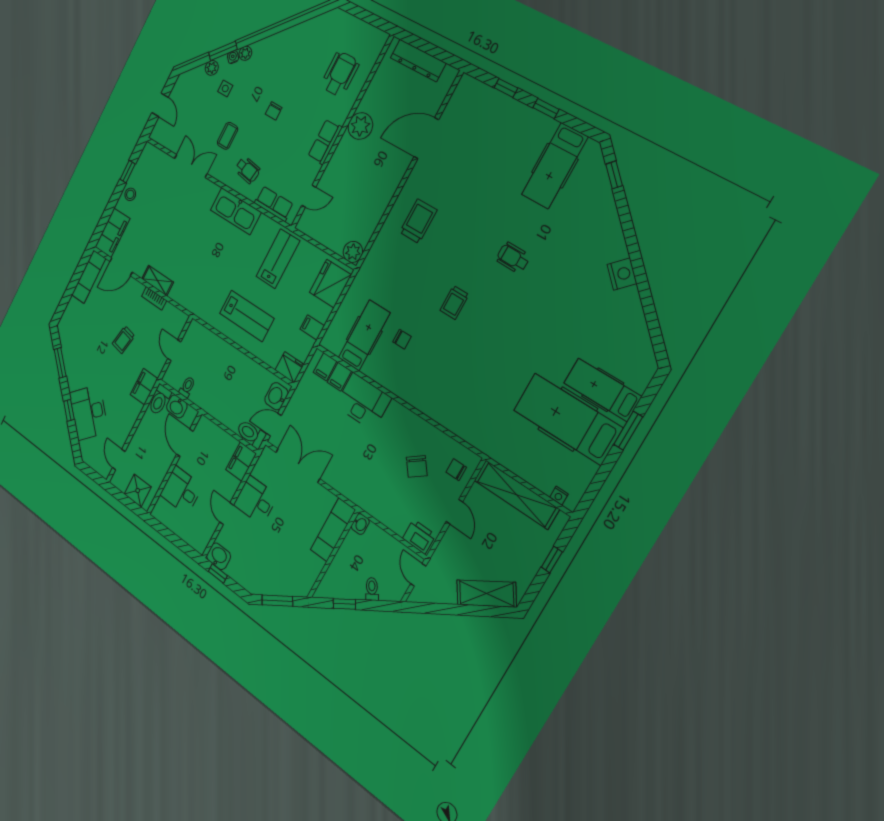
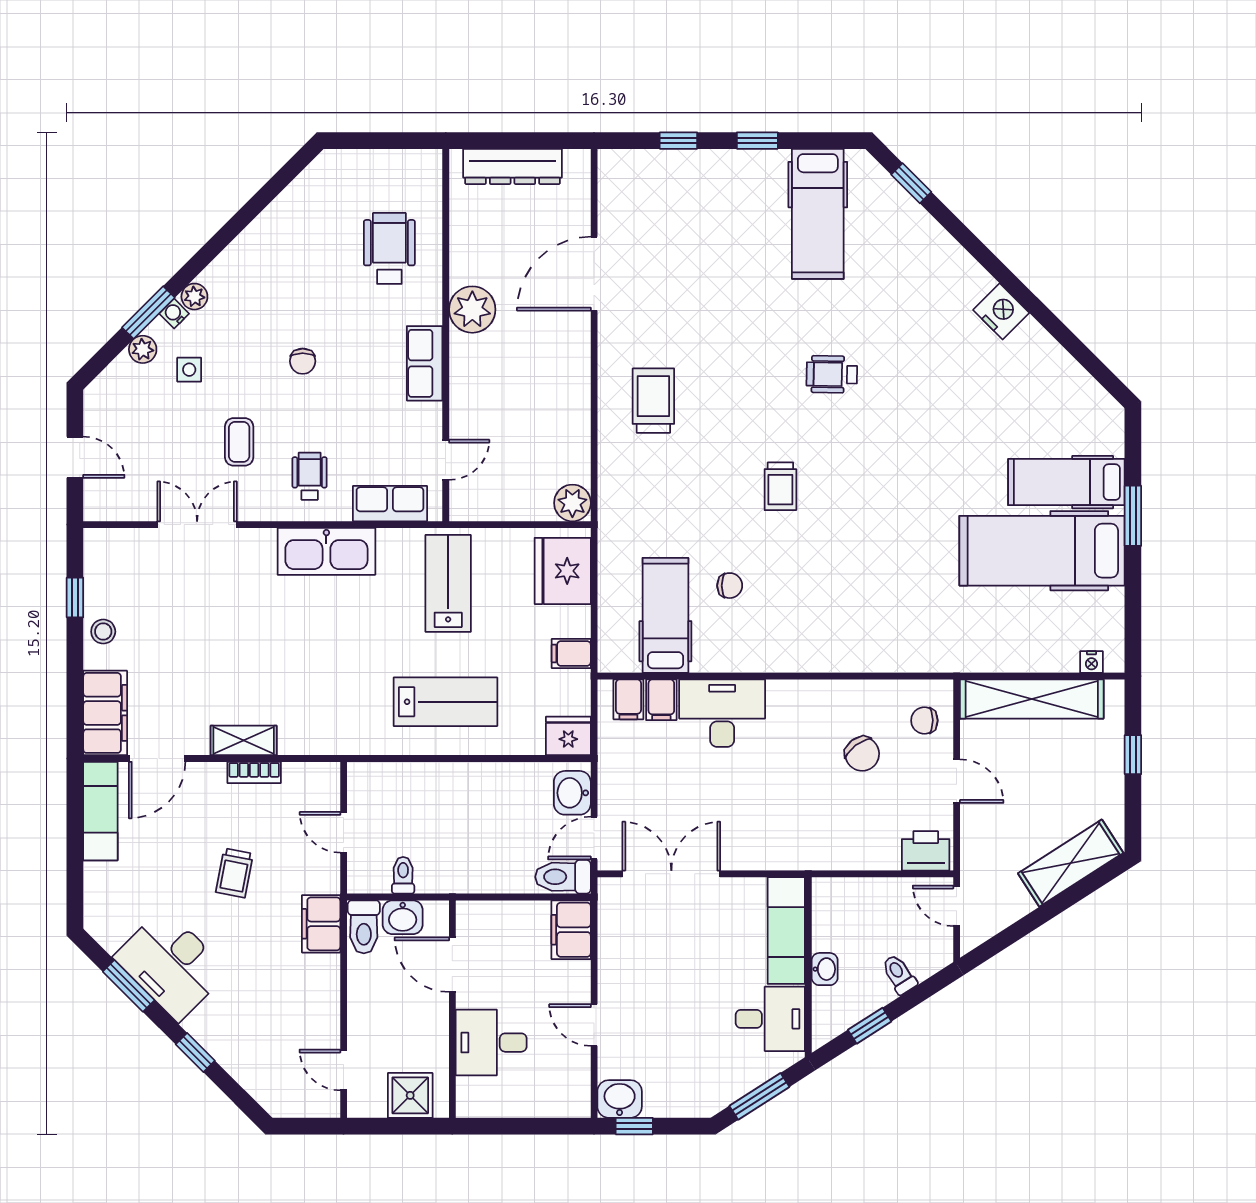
wheelchair: (248, 170) -> (310, 476), turned -99
desk: (89, 412) -> (171, 964), moved
desk: (256, 500) -> (770, 1019), moved, turned 180
washbasin: (360, 524) -> (825, 969), moved

